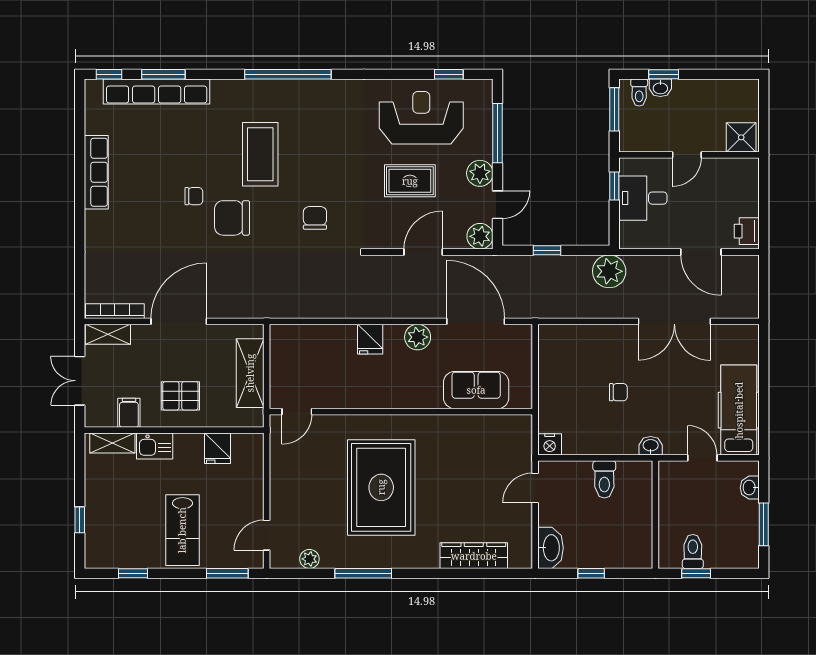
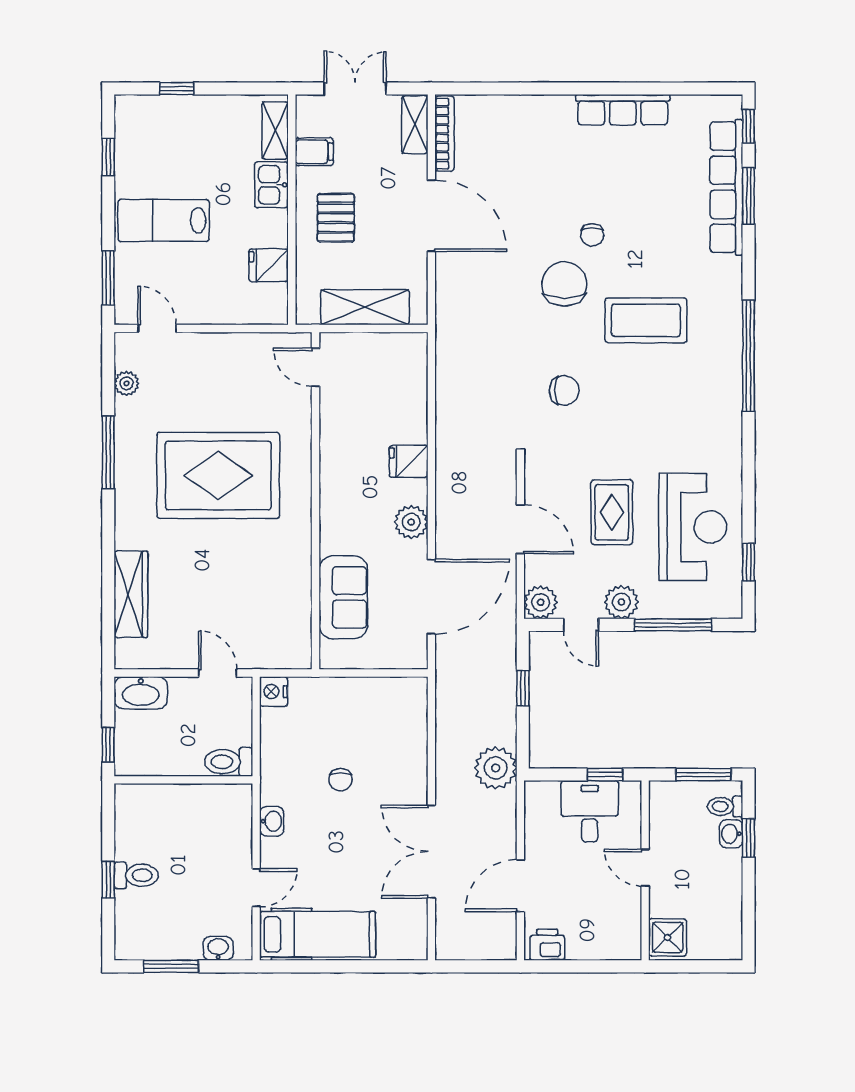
wall: (655, 515) -> (183, 780), moved

